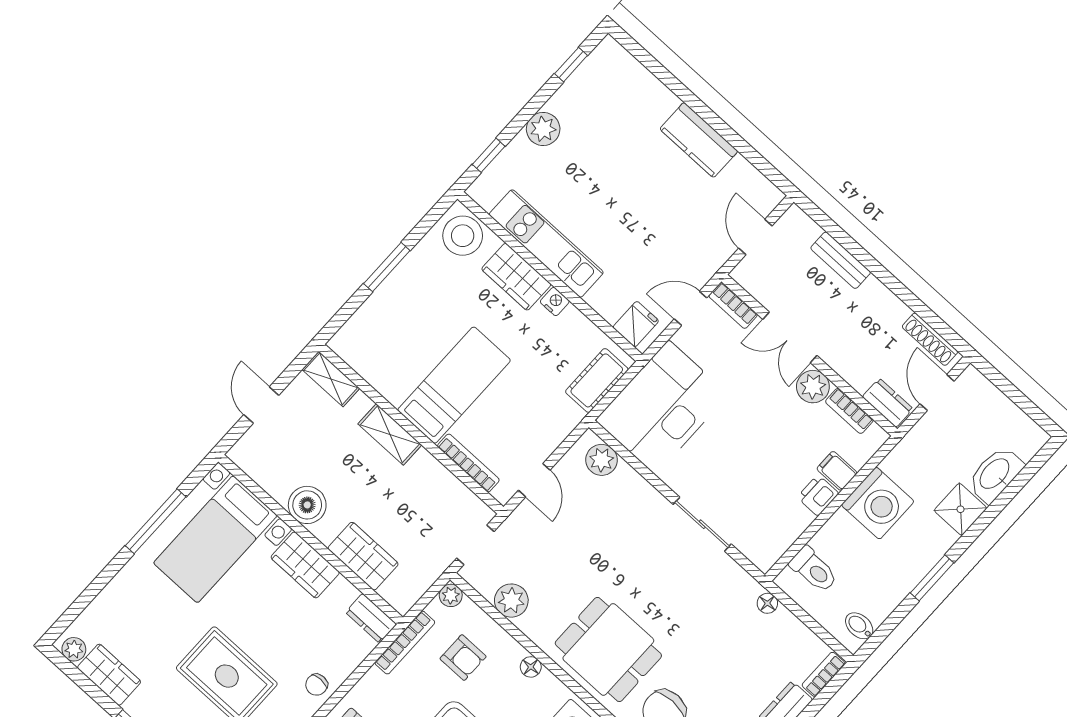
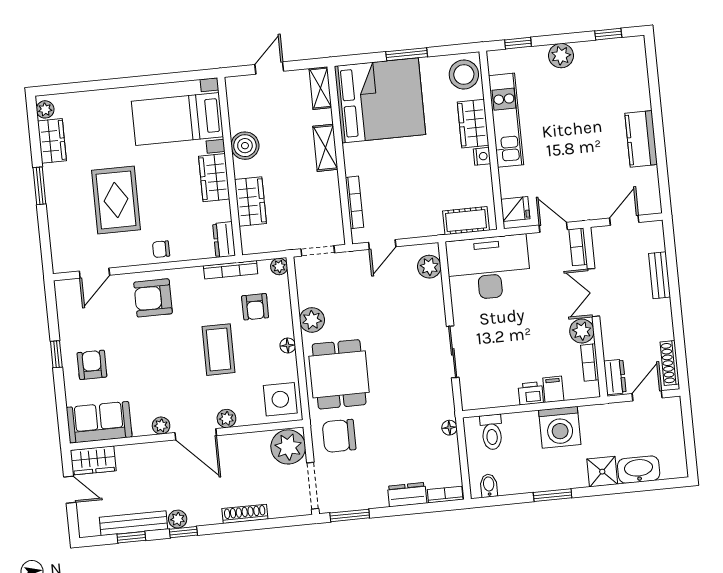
bed: (454, 385) -> (380, 100), moved, width x2.04
window: (156, 521) -> (154, 79), removed
plant: (511, 601) -> (312, 320), moved

